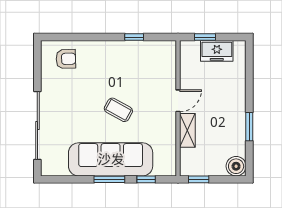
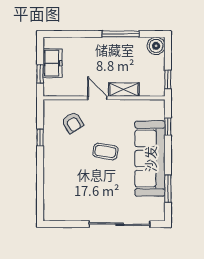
armchair: (66, 59) -> (73, 122), moved, turned 151
coffee table: (118, 110) -> (105, 152), turned 70
window: (249, 127) -> (121, 34), width x1.44
window: (109, 179) -> (168, 189), moved

